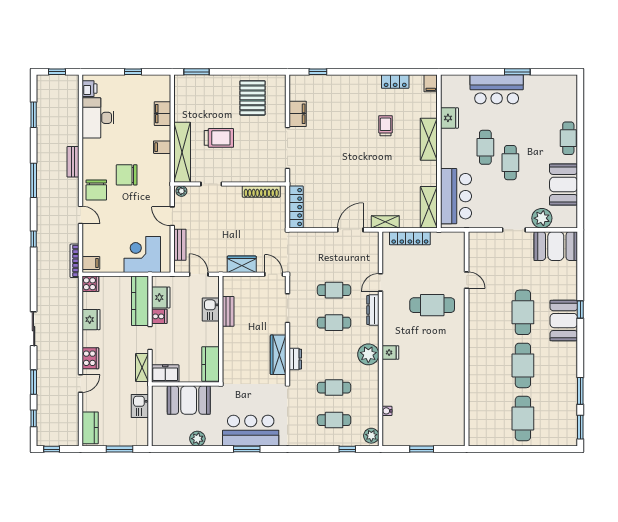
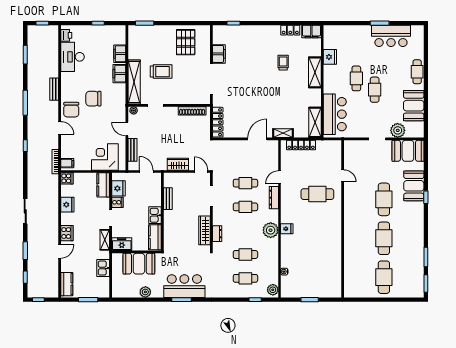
filing cabinet: (431, 83) -> (311, 31), width x2.00
bar counter: (497, 89) -> (391, 36), moved
filing cabinet: (162, 147) -> (119, 74), width x2.00
kitchen counter: (140, 301) -> (103, 185), width x0.67
kitchen sink: (211, 310) -> (155, 215), moved
booth: (564, 321) -> (414, 186), moved

